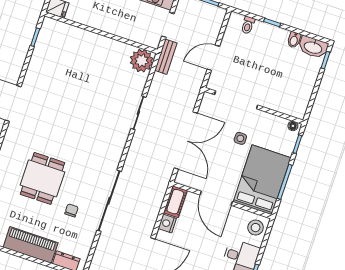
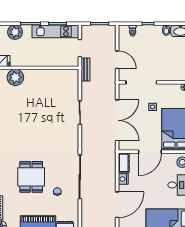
door: (213, 58) -> (117, 60), swing flipped
plant: (142, 61) -> (15, 77), moved
door: (216, 198) -> (150, 152), hinge flipped

